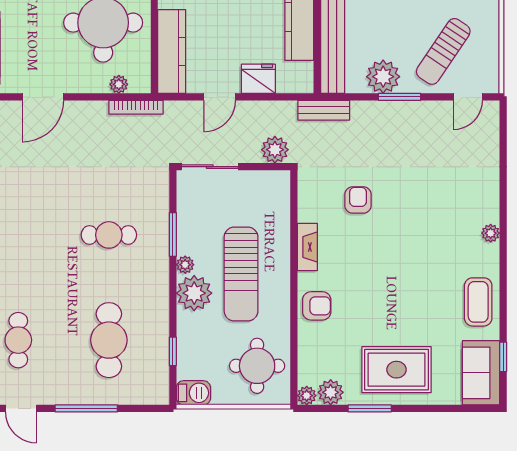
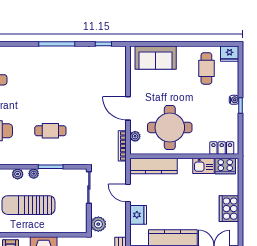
door: (43, 97) -> (128, 108), moved
cafe table: (109, 235) -> (50, 131), turned 90
plant: (194, 293) -> (18, 174), width x0.53, depth x0.53

